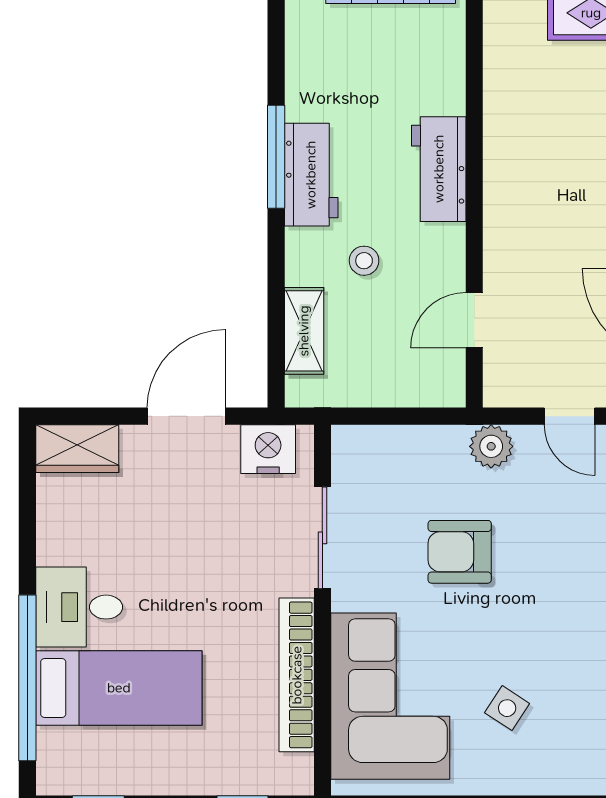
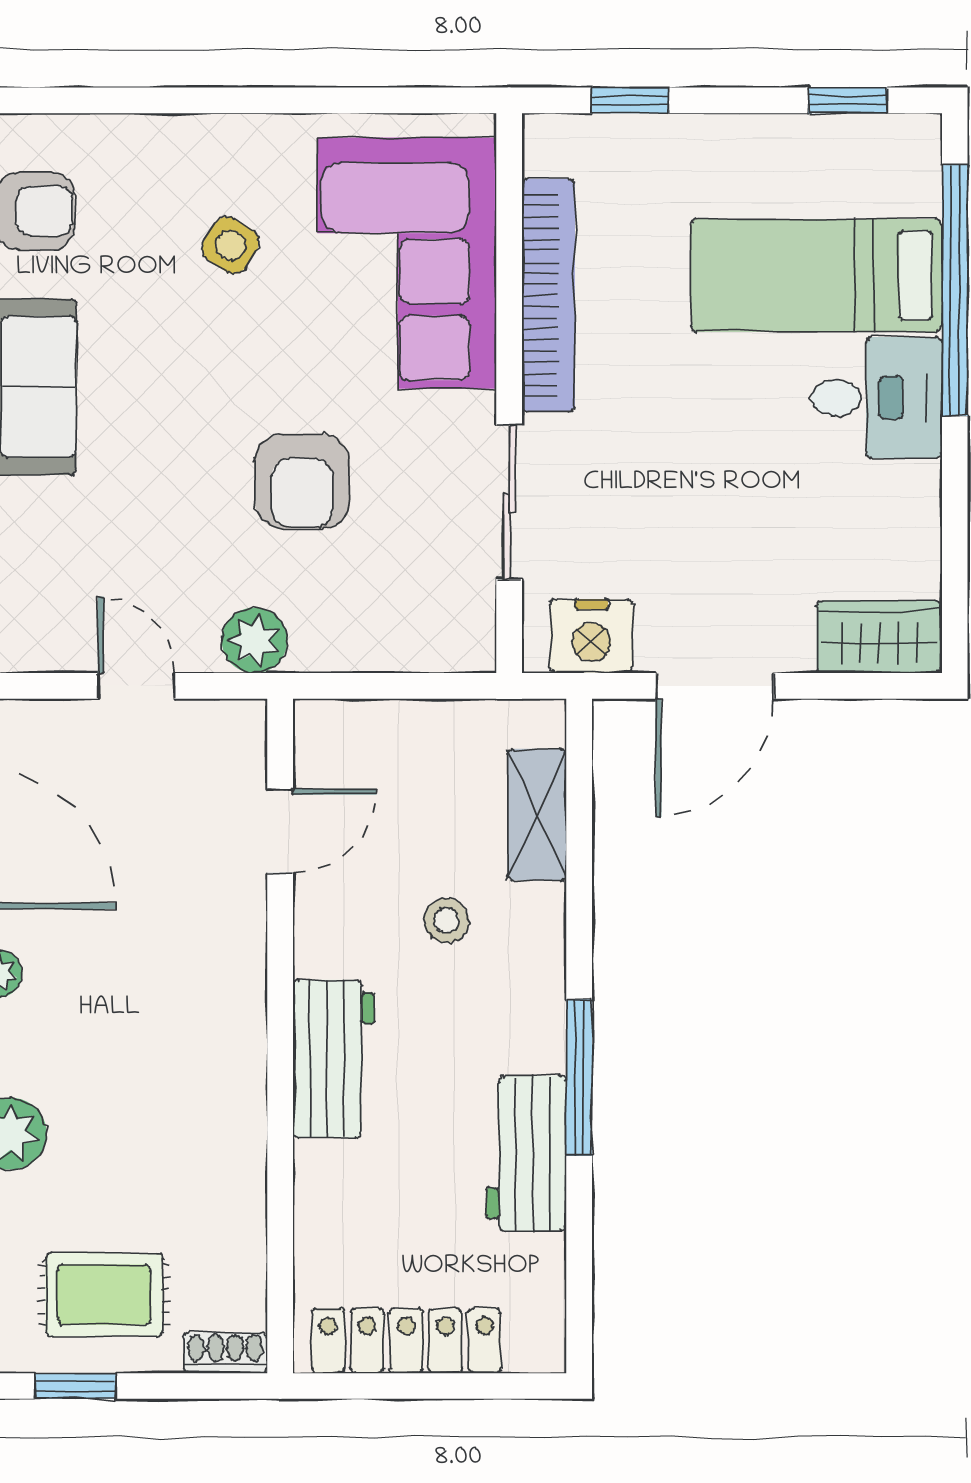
workbench: (311, 175) -> (526, 1154), moved
armchair: (460, 552) -> (302, 481), turned 90

